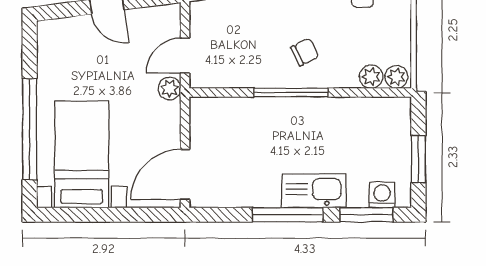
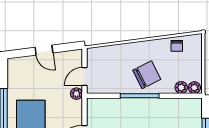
chair: (305, 52) -> (147, 75), width x1.87, depth x1.87

